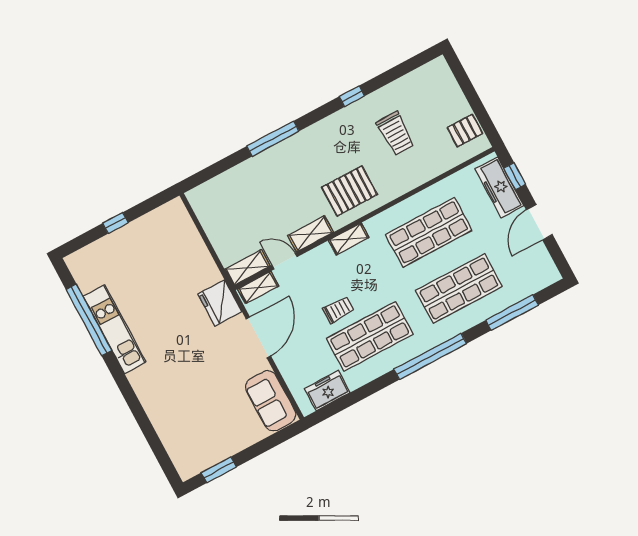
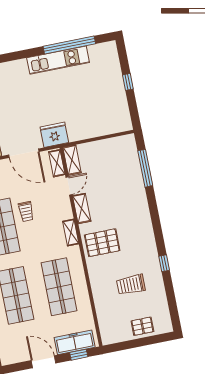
pallet: (465, 131) -> (142, 326), moved, turned 90
window: (273, 139) -> (145, 168), moved
pallet: (349, 191) -> (102, 243), turned 90

